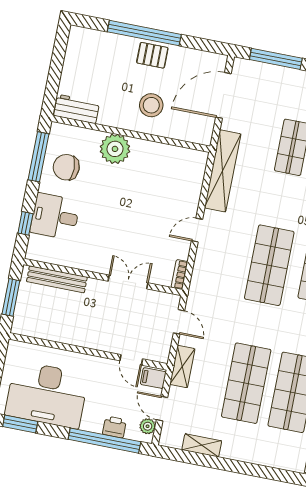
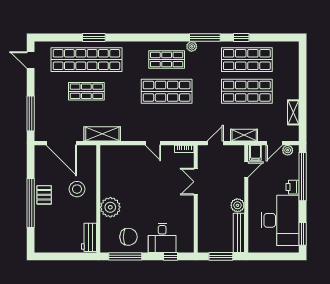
chair: (66, 167) -> (129, 237), turned -90
shelving: (223, 171) -> (102, 134), width x0.68
bench: (57, 279) -> (239, 233), moved
plant: (81, 337) -> (237, 205), added
printer: (114, 427) -> (292, 187), moved

